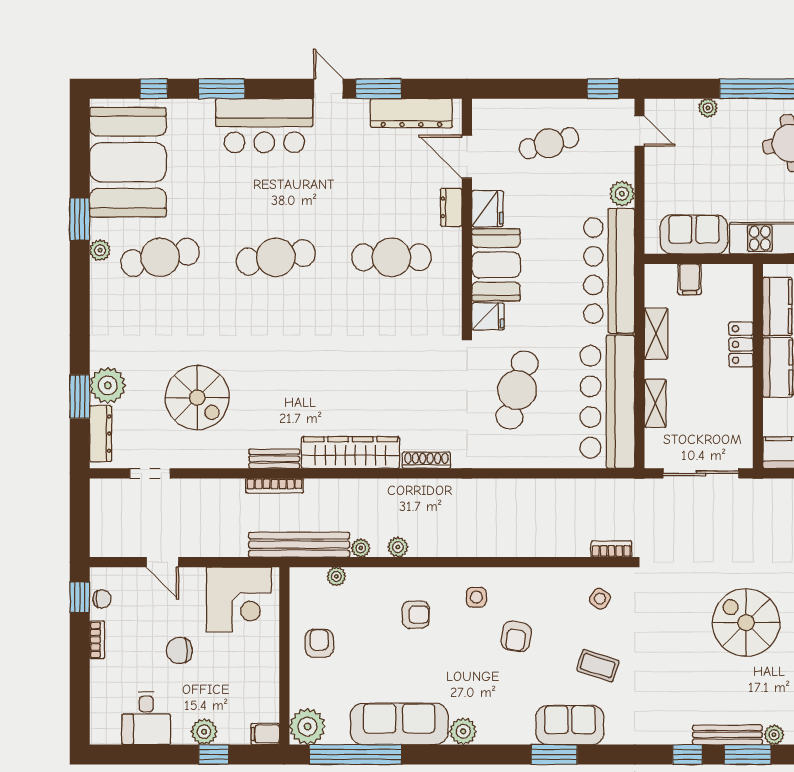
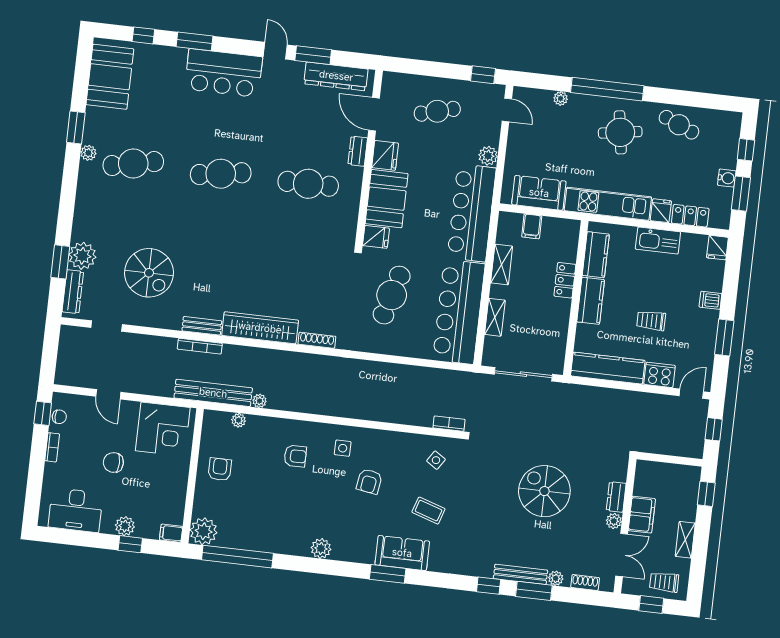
booth: (128, 162) -> (110, 77), width x0.73, depth x0.70
plant: (398, 547) -> (288, 403), removed
desk: (146, 718) -> (76, 510), width x1.37
sofa: (399, 724) -> (273, 537), removed

